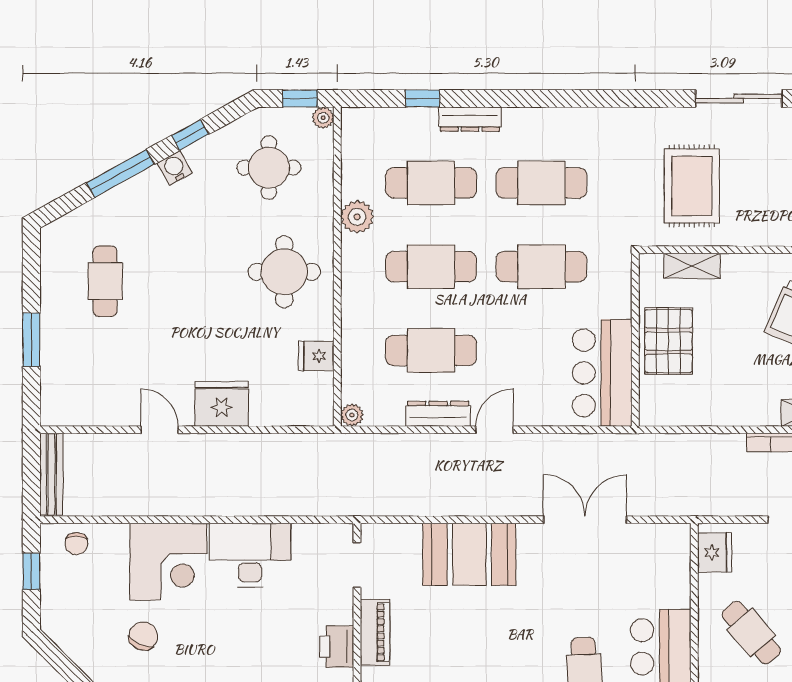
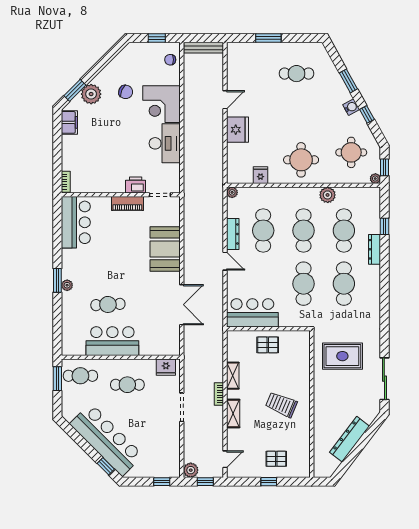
window: (120, 174) -> (348, 81), width x0.69
shelving: (692, 266) -> (233, 376), moved
pallet: (669, 341) -> (268, 345), width x0.67, depth x0.71
cafe table: (751, 633) -> (127, 385), turned 41
printer: (336, 647) -> (136, 185), moved

